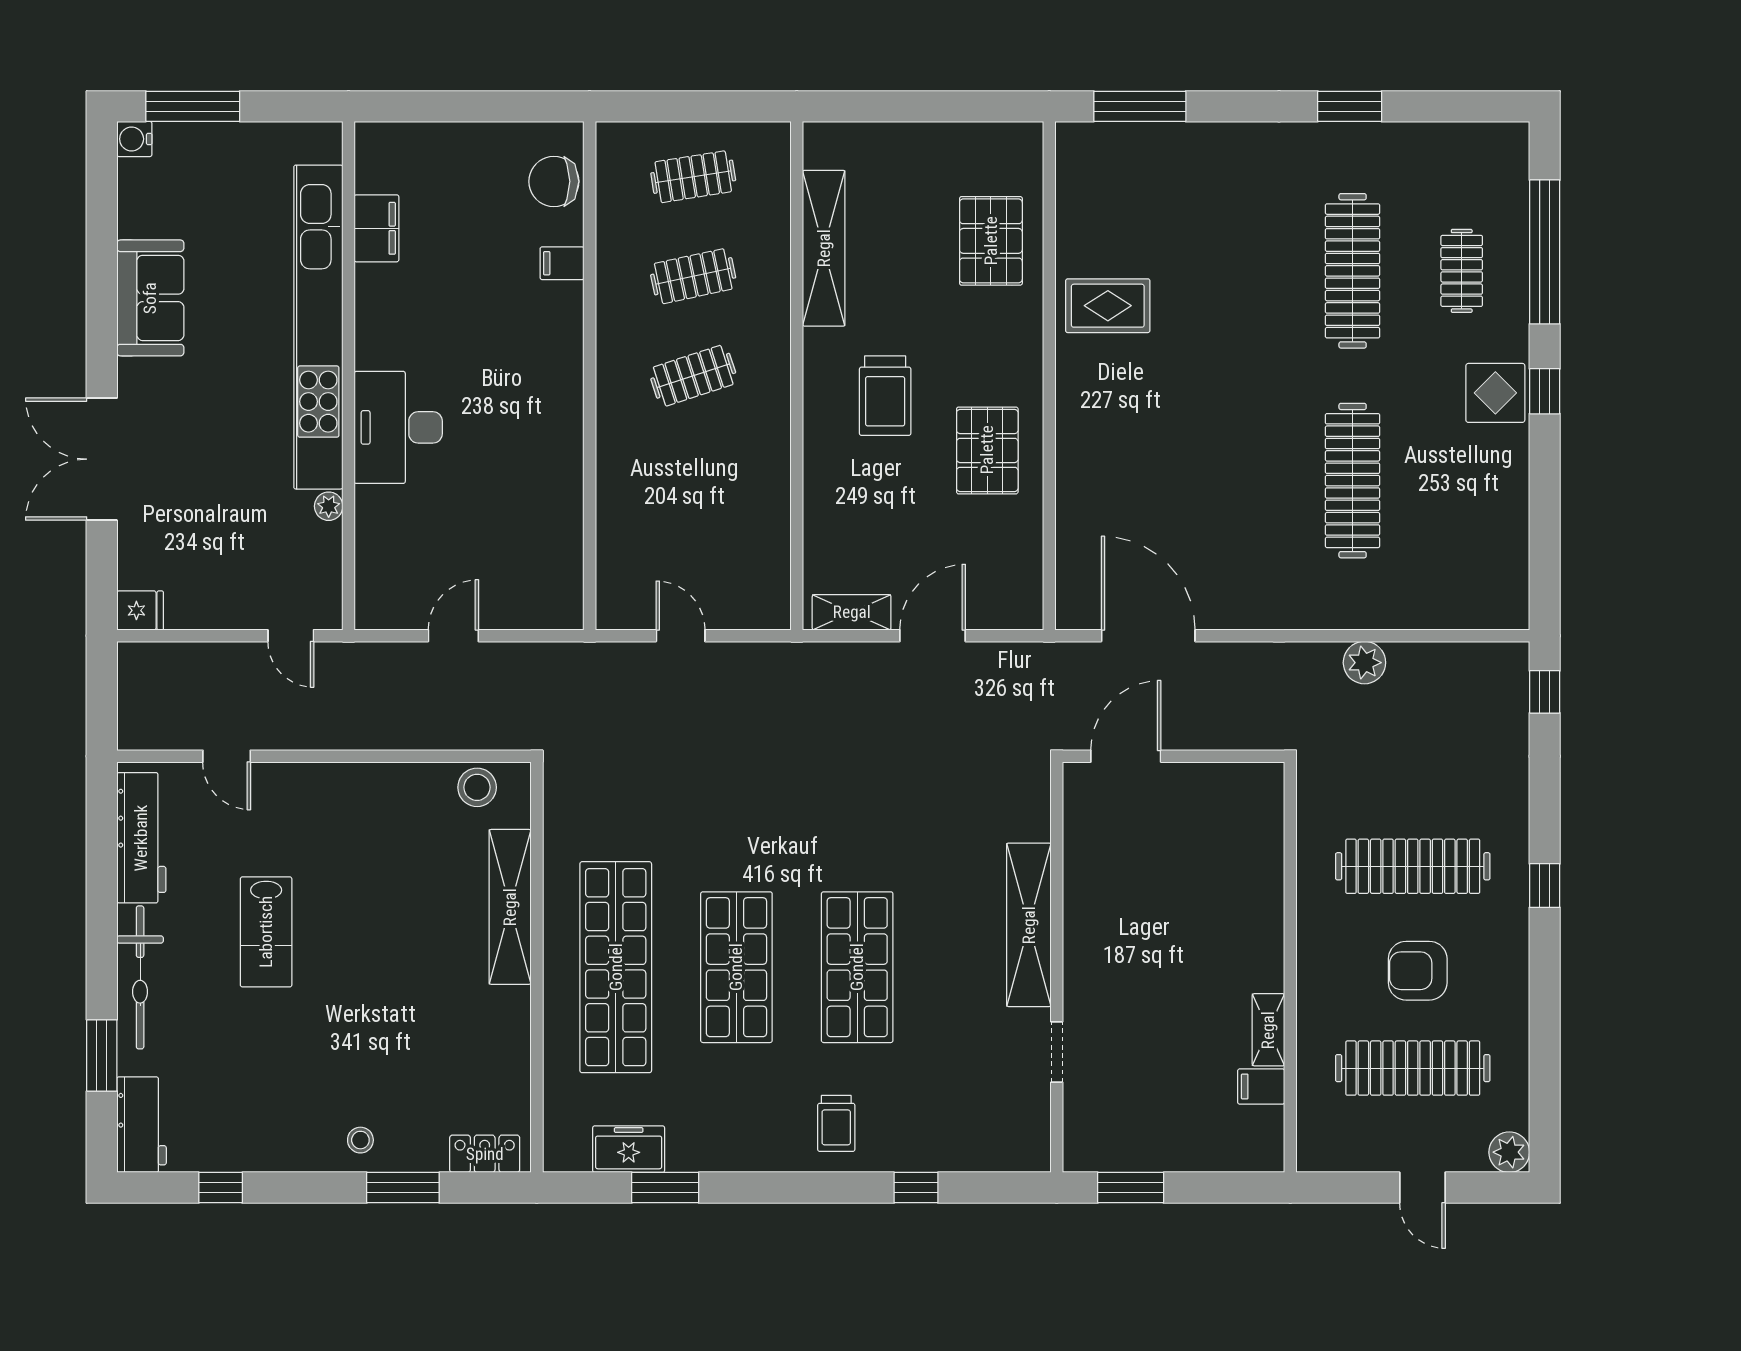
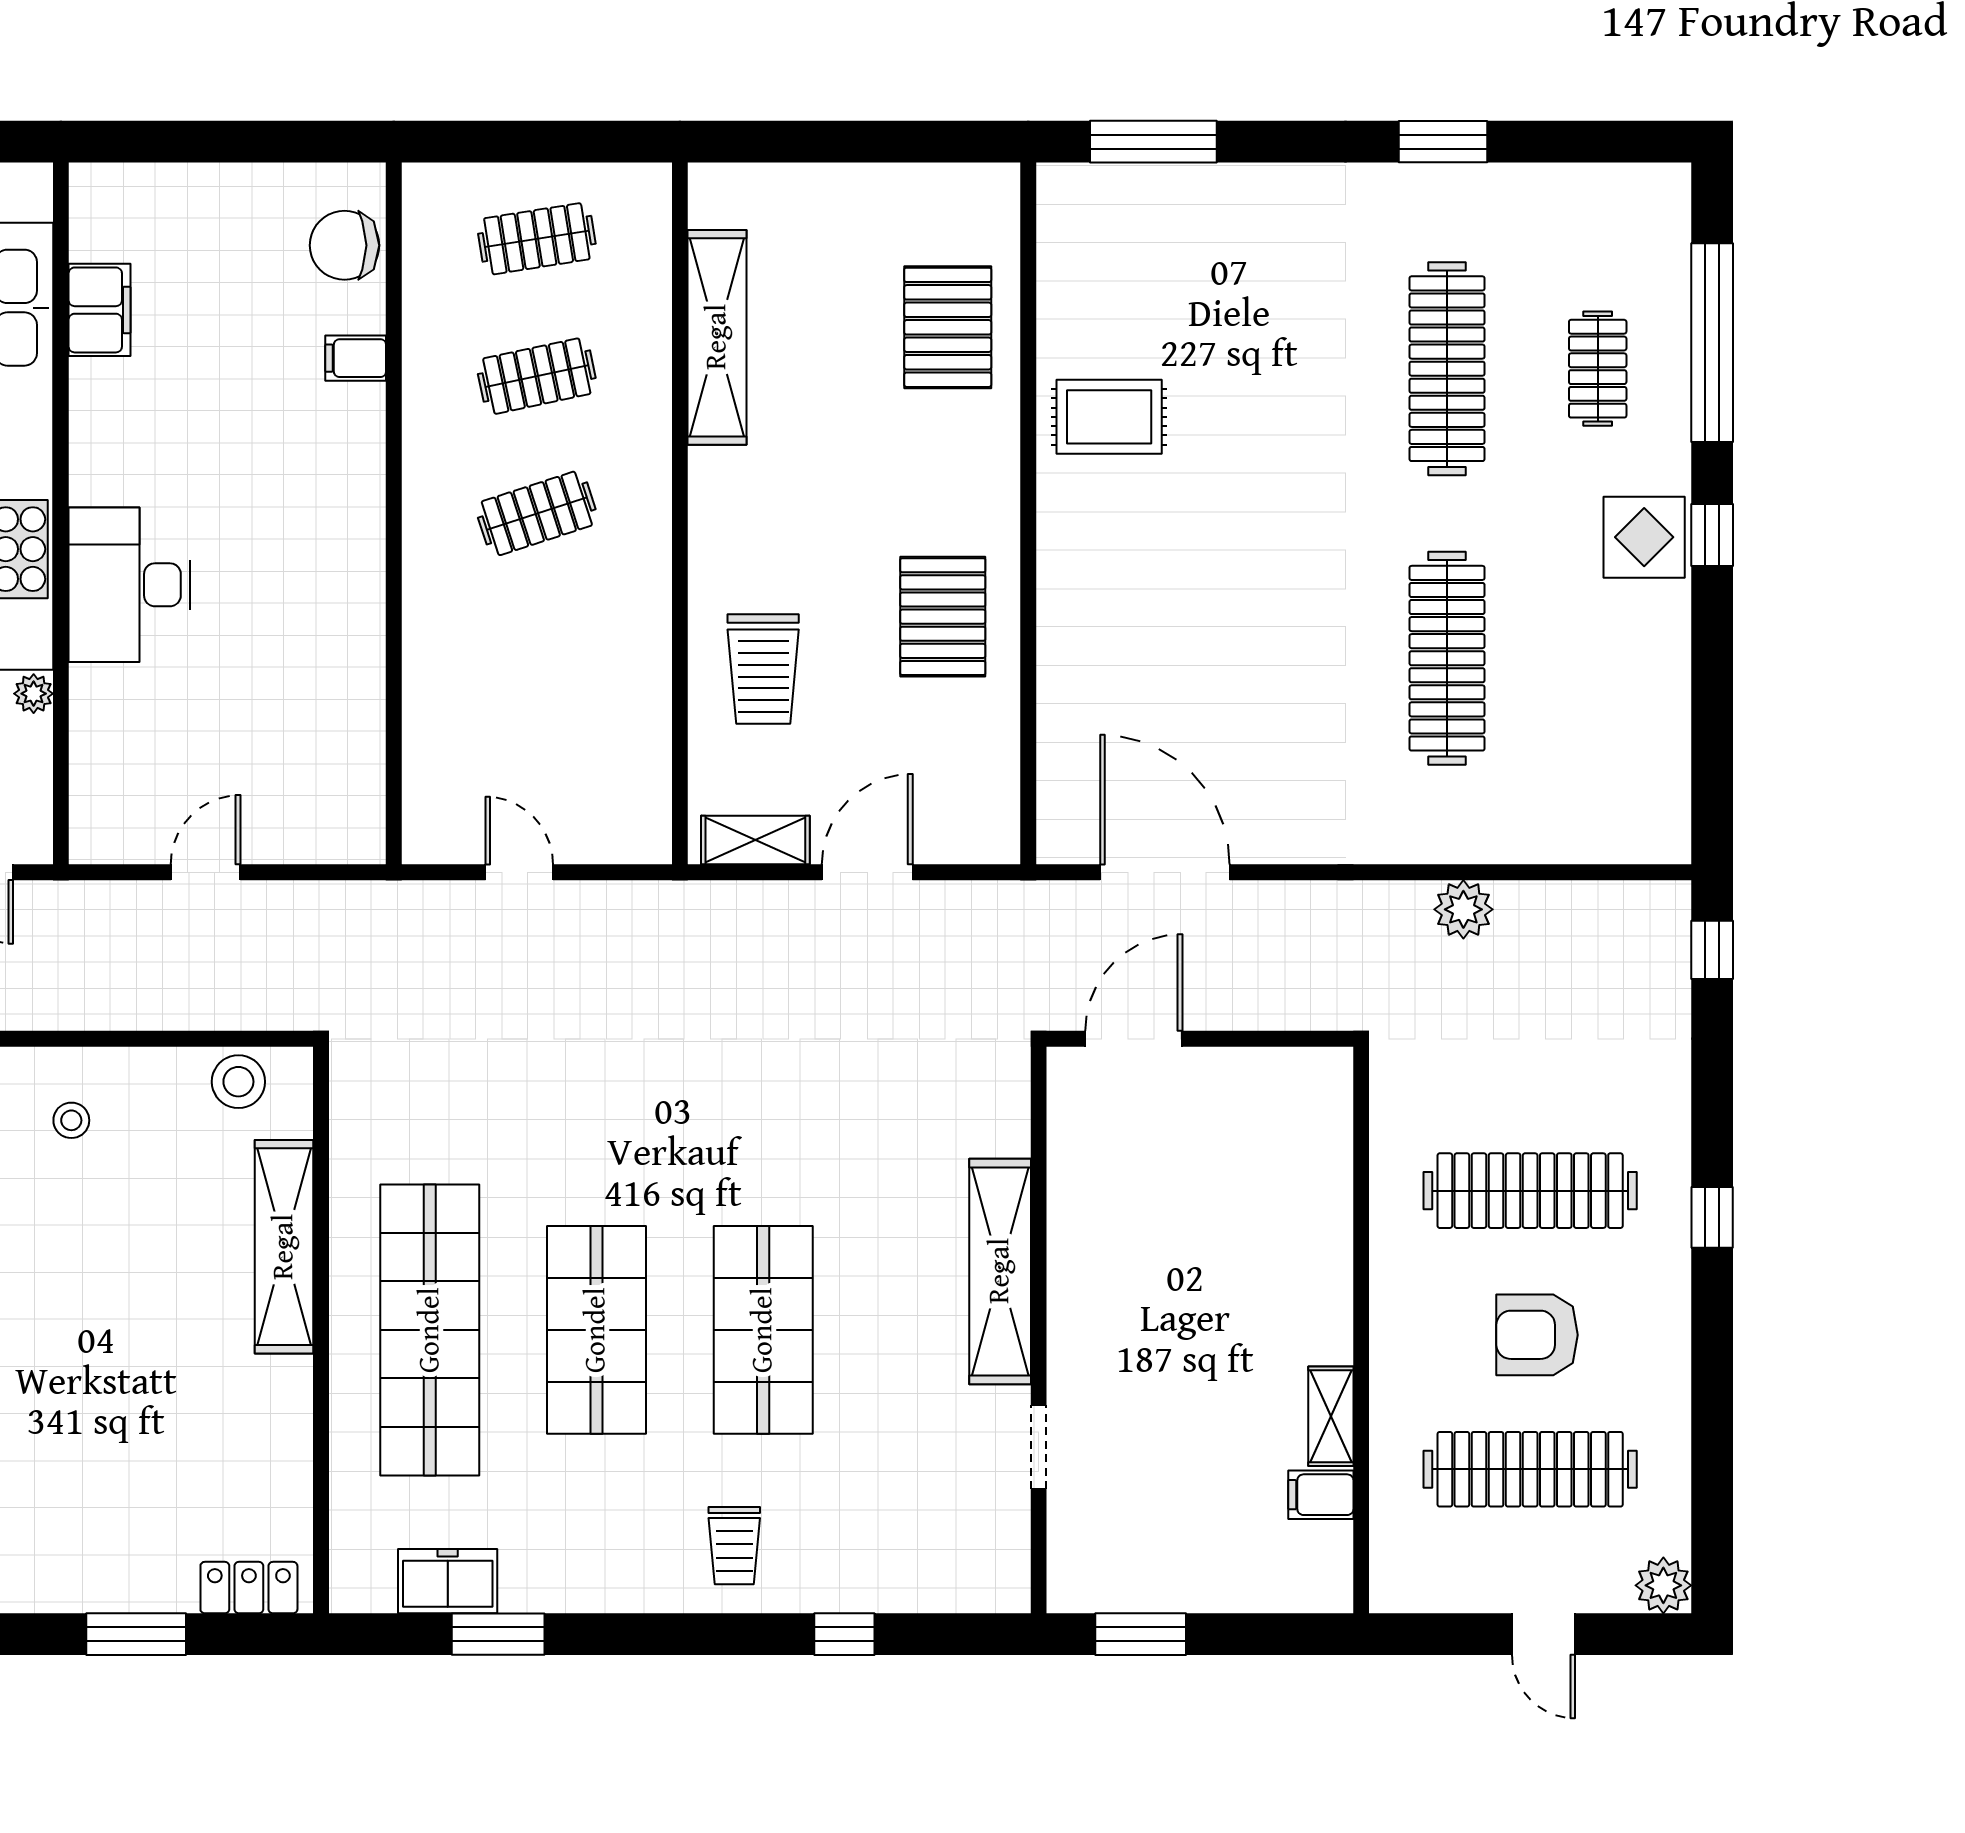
trolley: (885, 396) -> (763, 669), moved
stool: (360, 1140) -> (71, 1120), moved

